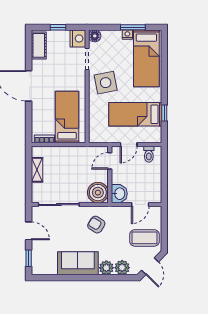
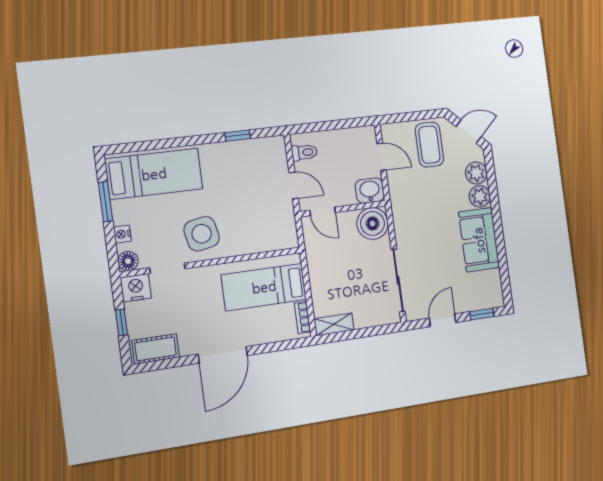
nightstand: (127, 35) -> (122, 234), moved
bed: (135, 114) -> (246, 181), removed
shelving: (37, 170) -> (334, 324), moved
armchair: (96, 225) -> (420, 220), removed

